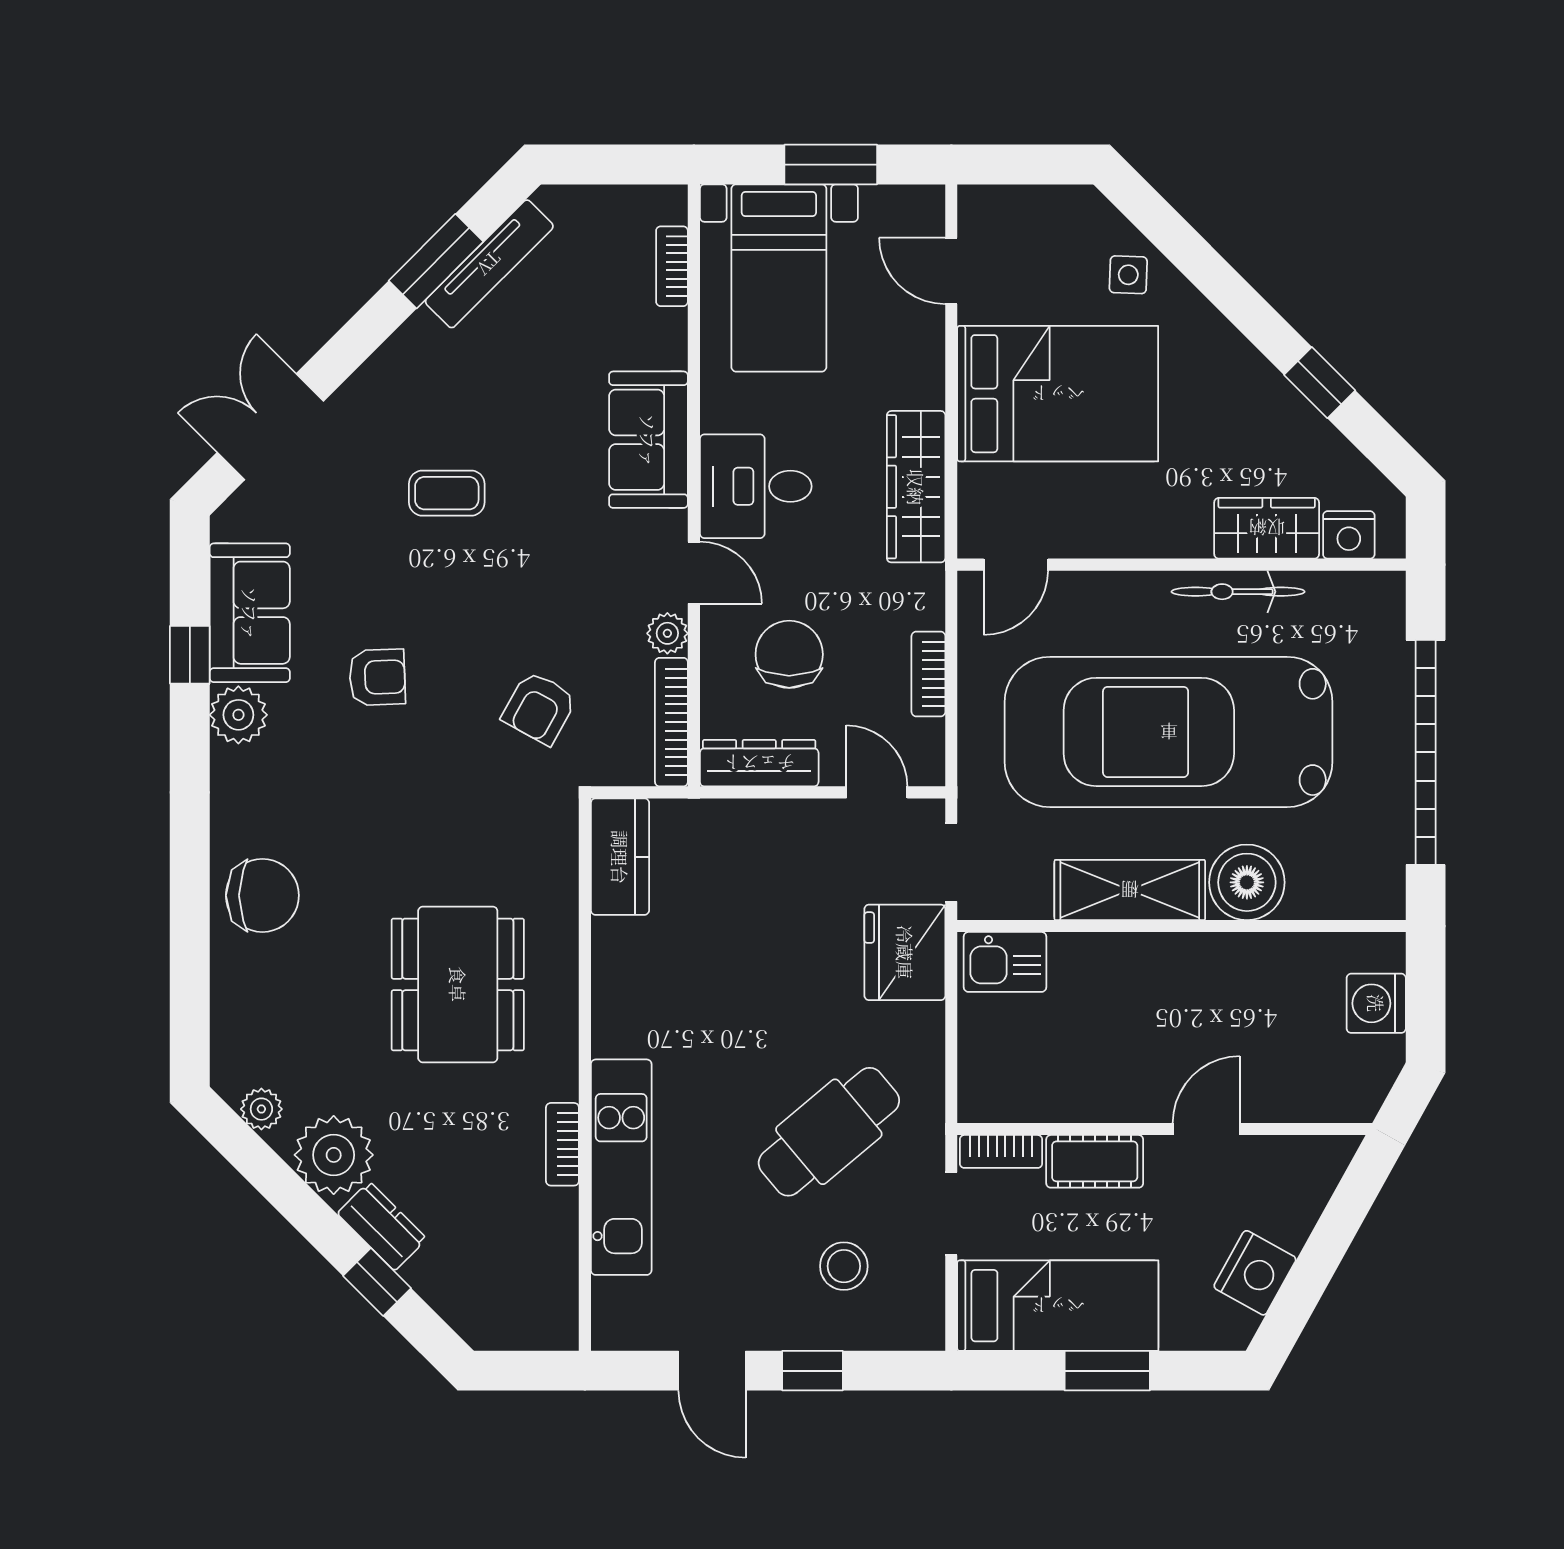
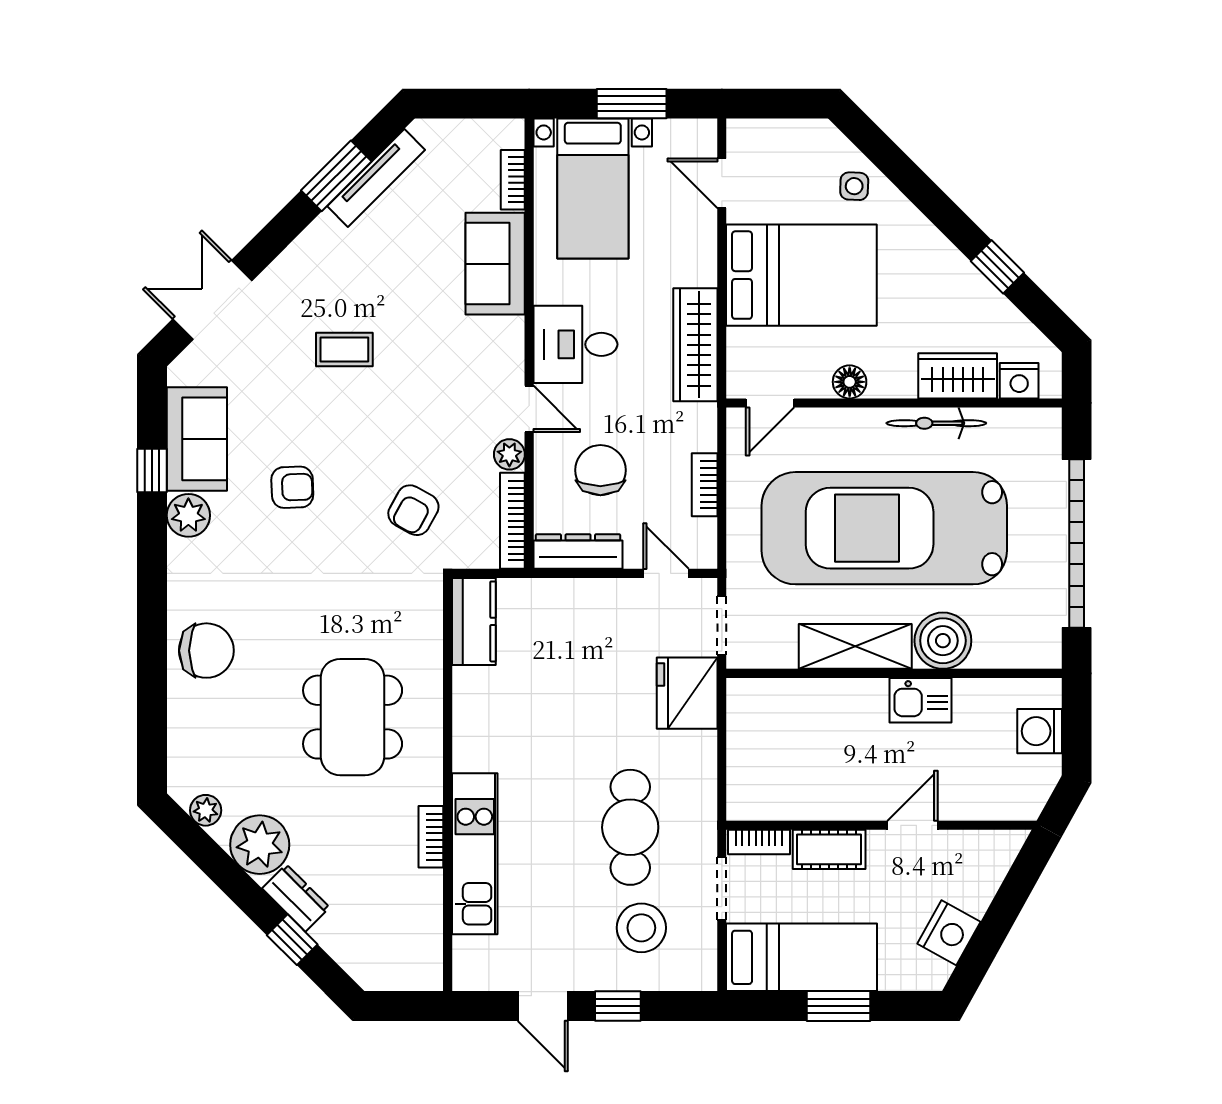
sofa: (648, 440) -> (495, 264), moved
floor lamp: (1122, 536) -> (850, 382), added
kitchen sink: (1005, 962) -> (921, 700), moved
cafe table: (829, 1132) -> (630, 827), turned -50
stool: (844, 1266) -> (641, 928), width x1.38, depth x1.38

